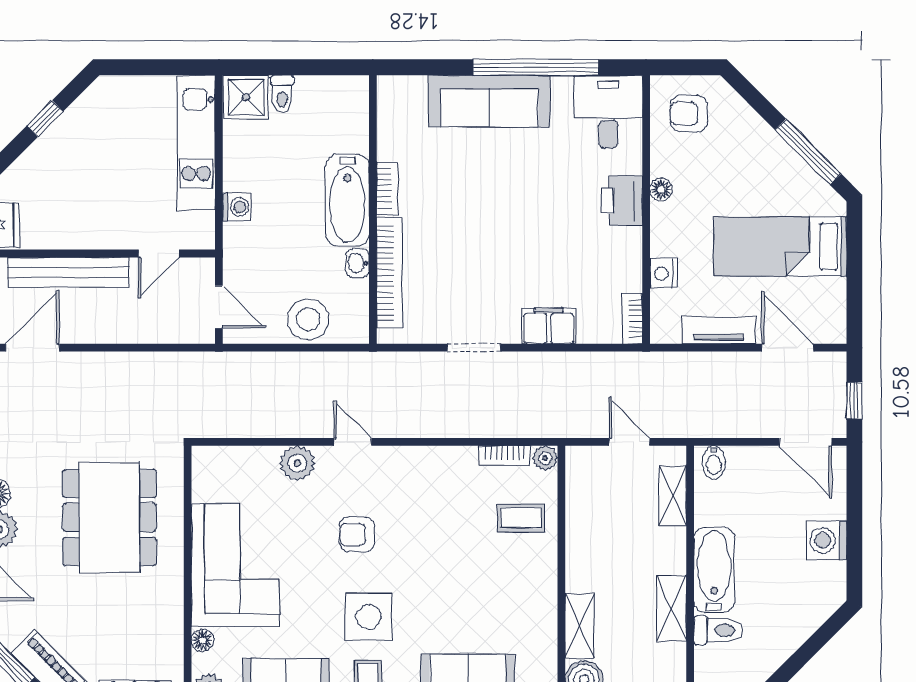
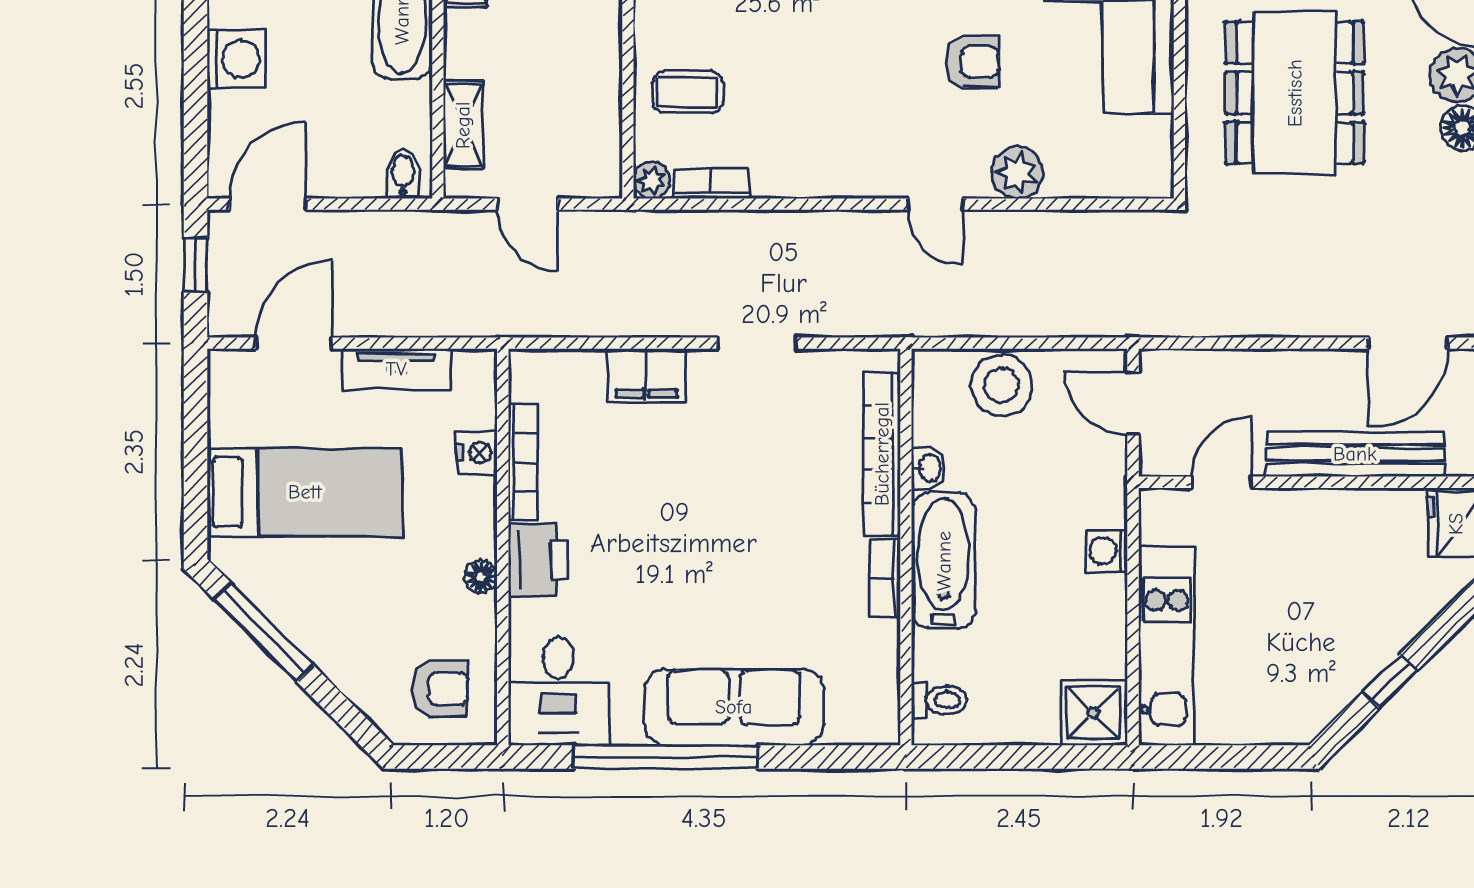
toilet: (282, 94) -> (939, 700), moved, turned 90
bookcase: (632, 319) -> (523, 462), moved, width x1.56
door: (788, 348) -> (294, 343), swing flipped
door: (806, 442) -> (268, 204), hinge flipped
armchair: (357, 535) -> (972, 62), moved

